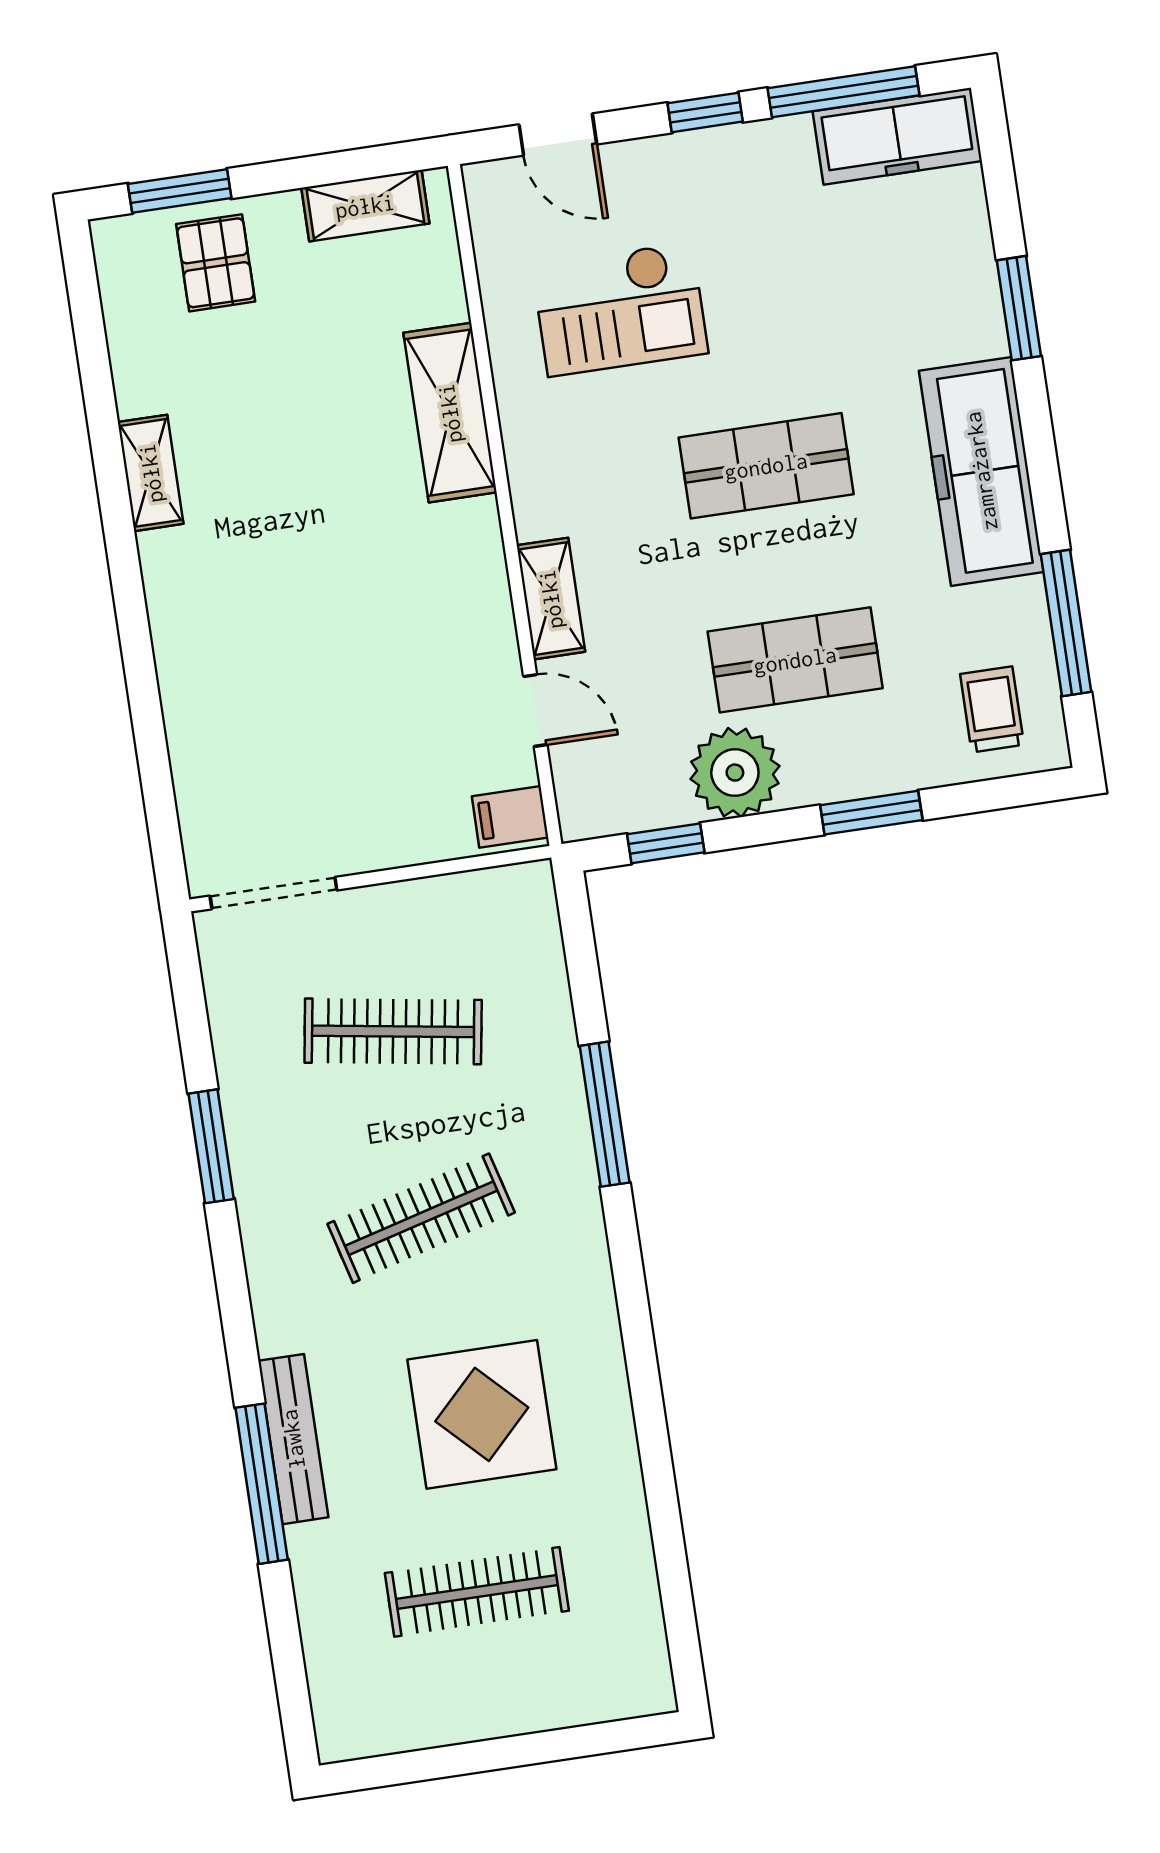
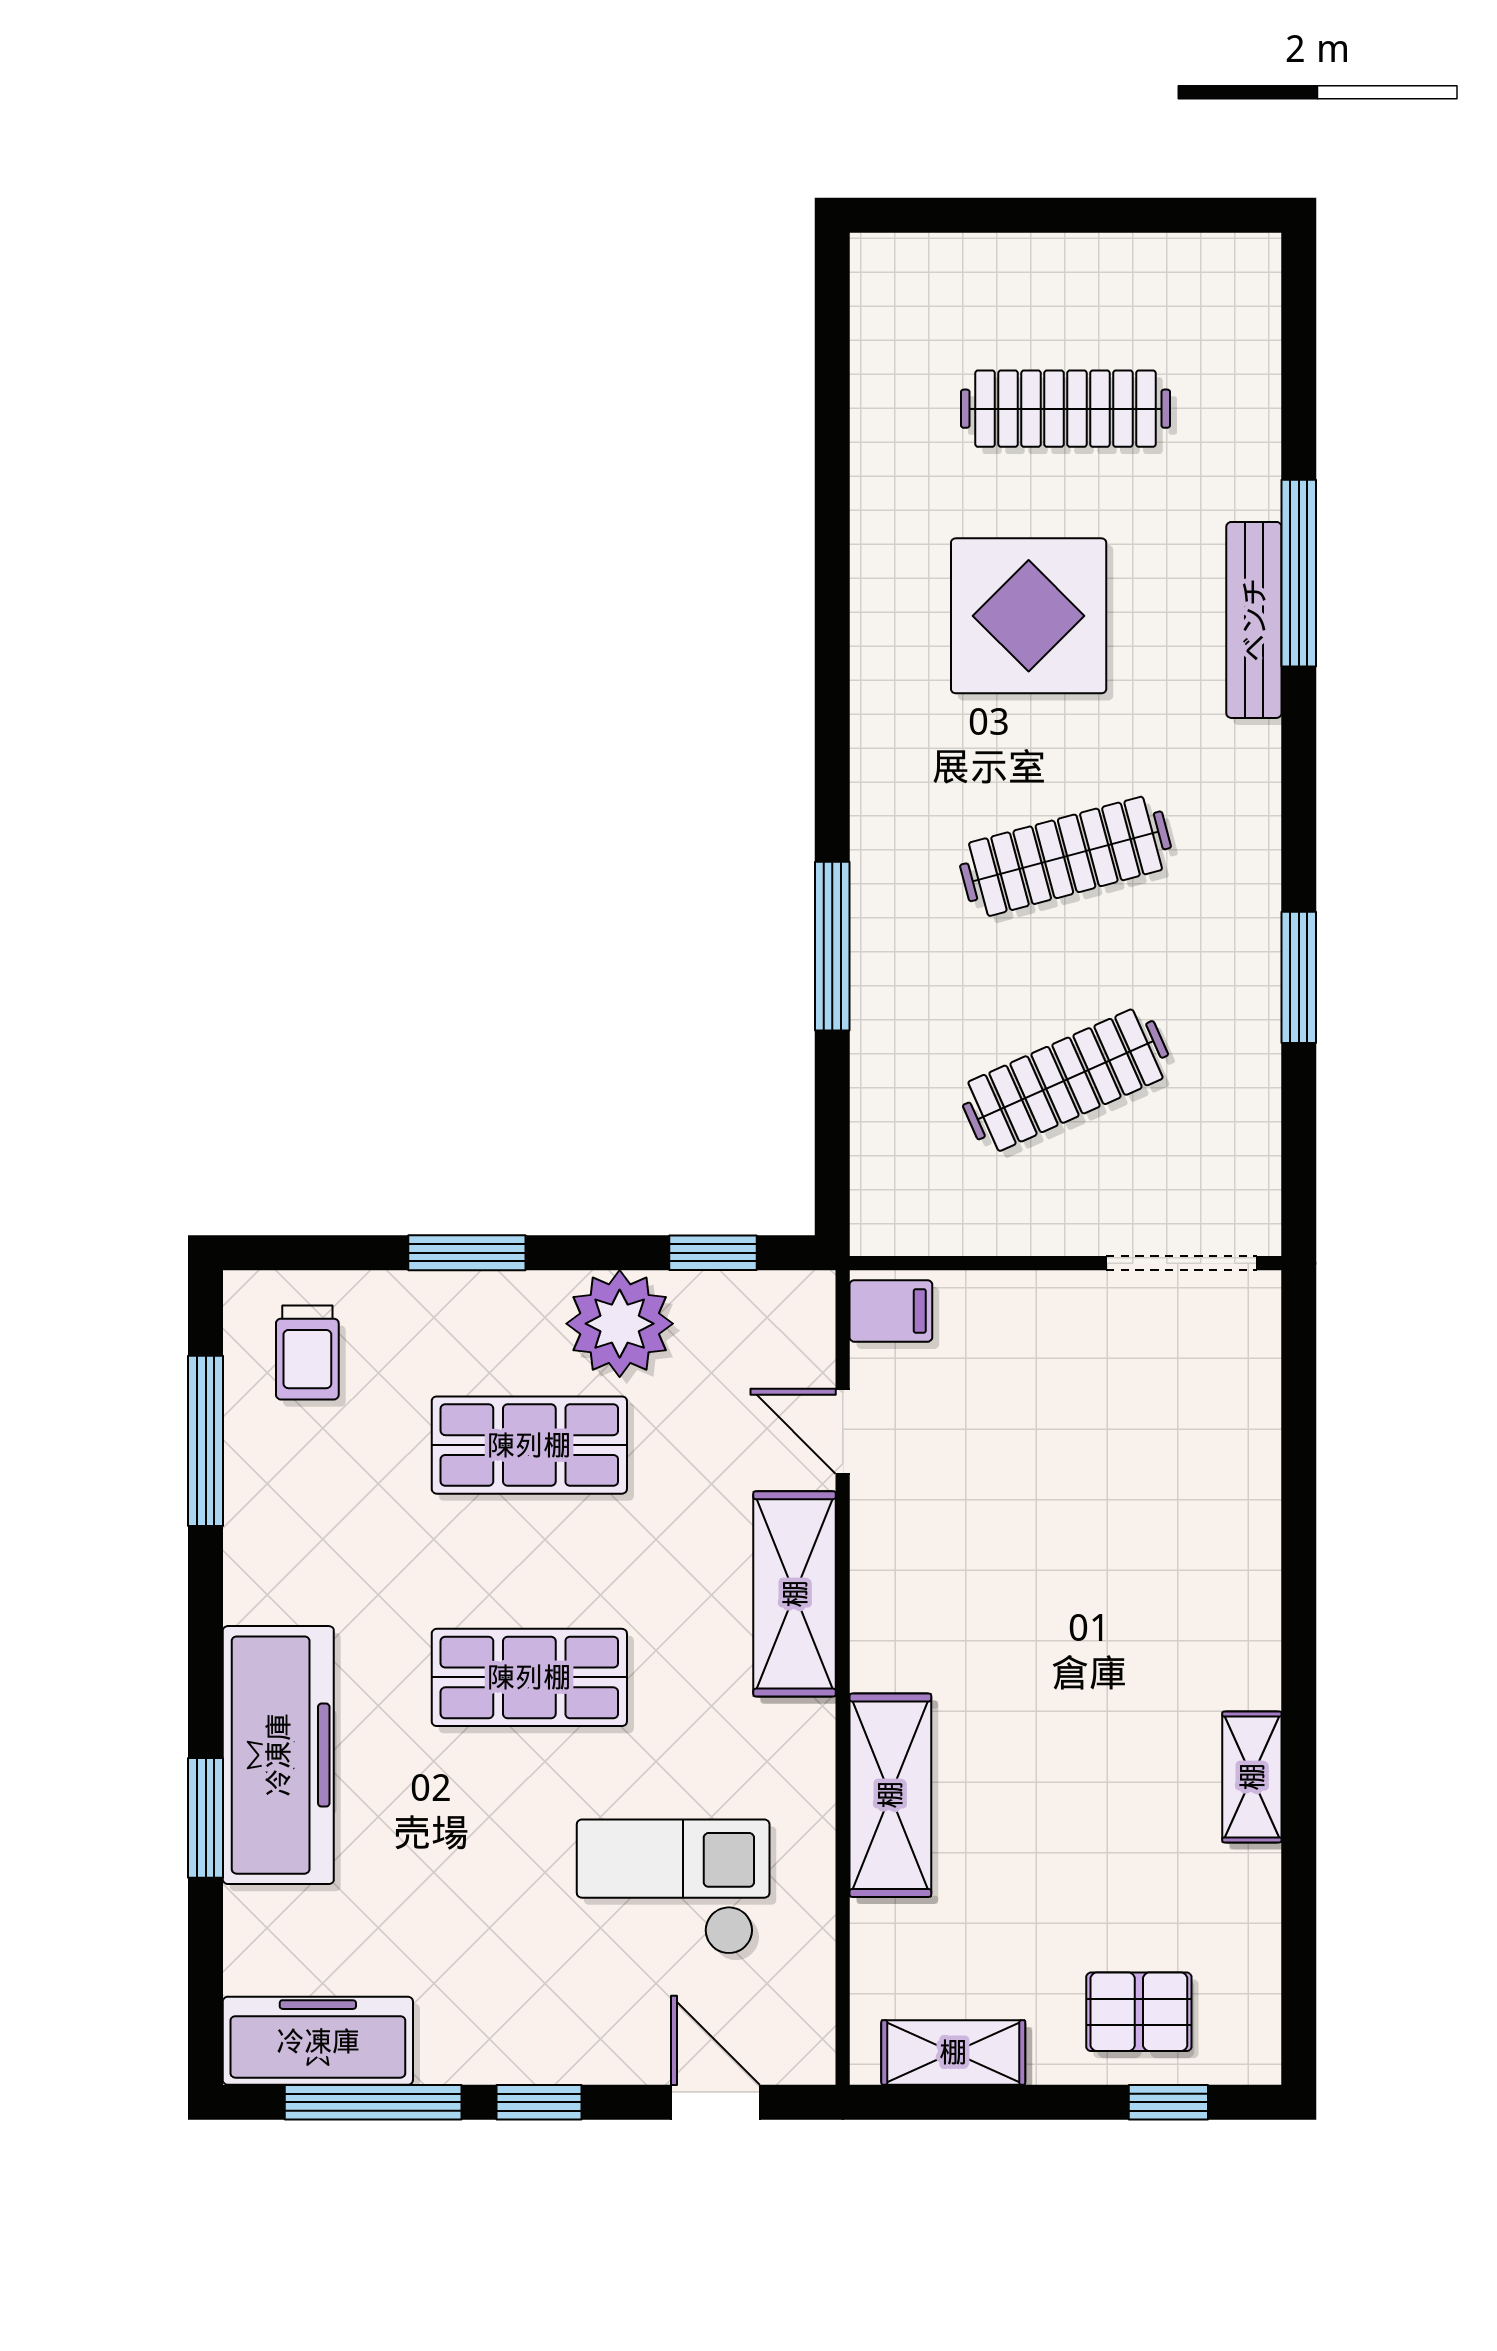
window: (180, 191) -> (1168, 2102), width x0.67
pallet: (216, 263) -> (1139, 2012), turned 90
freezer: (981, 471) -> (278, 1755), moved
shelving: (551, 599) -> (795, 1594), width x1.50, depth x1.33
clothes rail: (393, 1031) -> (1065, 1080), turned -33

